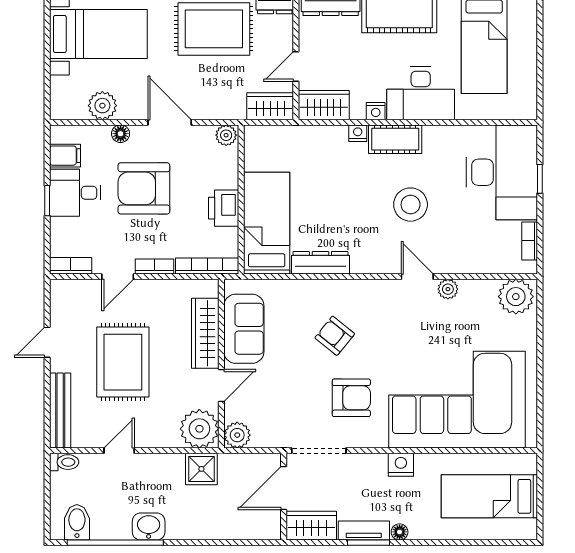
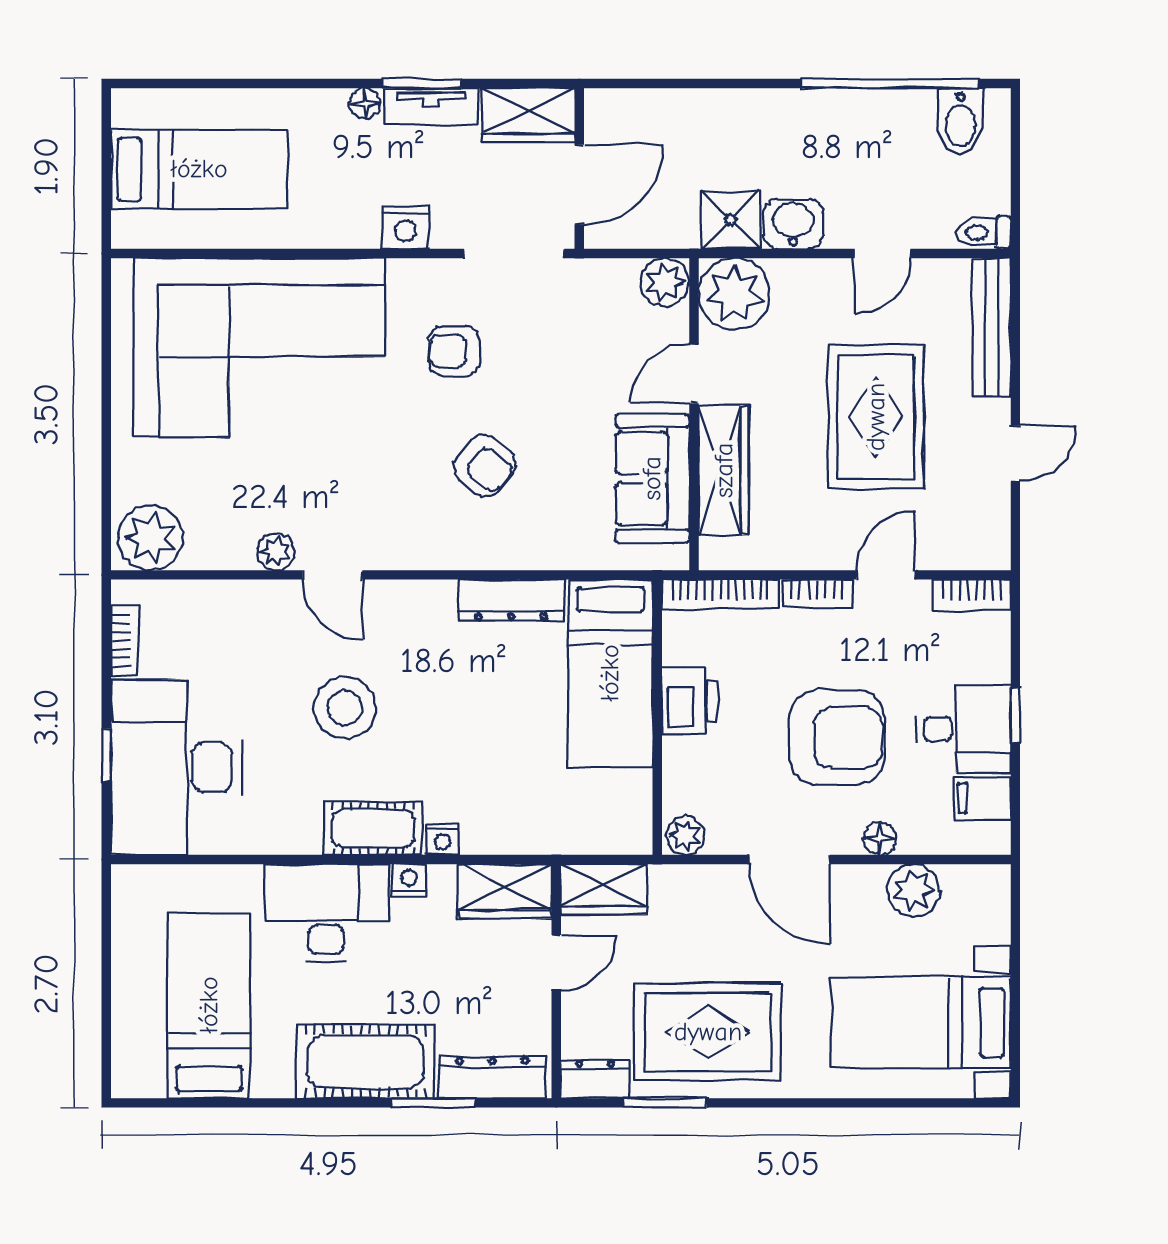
armchair: (351, 398) -> (454, 351), width x0.72, depth x0.72
nightstand: (401, 465) -> (406, 227), moved
washbasin: (149, 527) -> (793, 224), moved, turned 180

